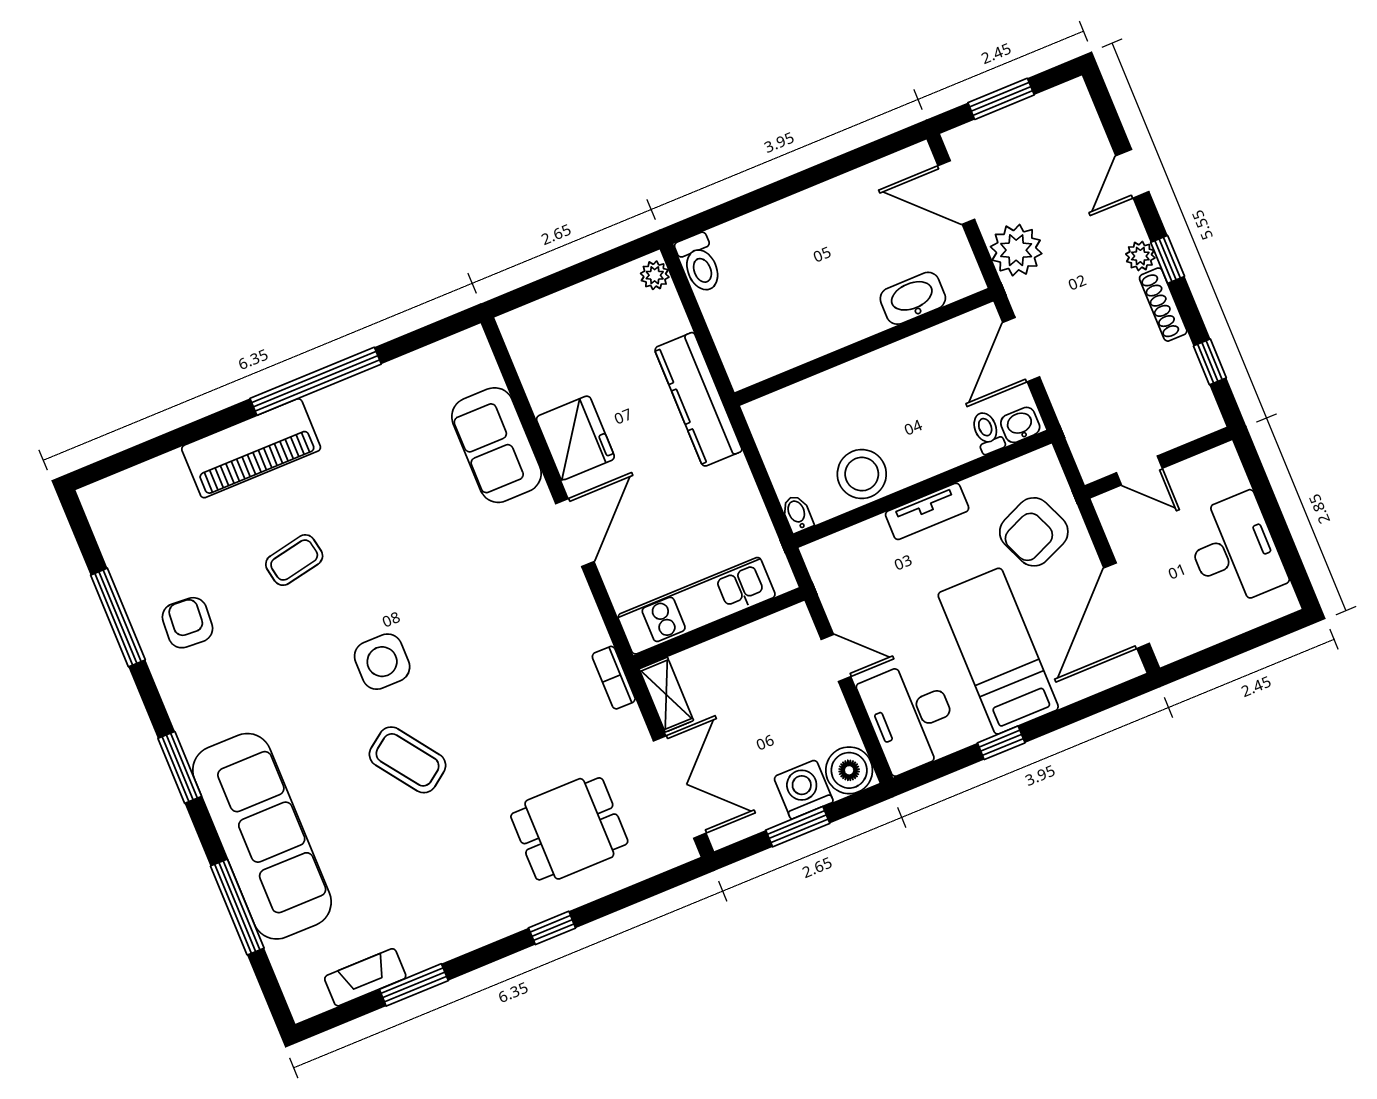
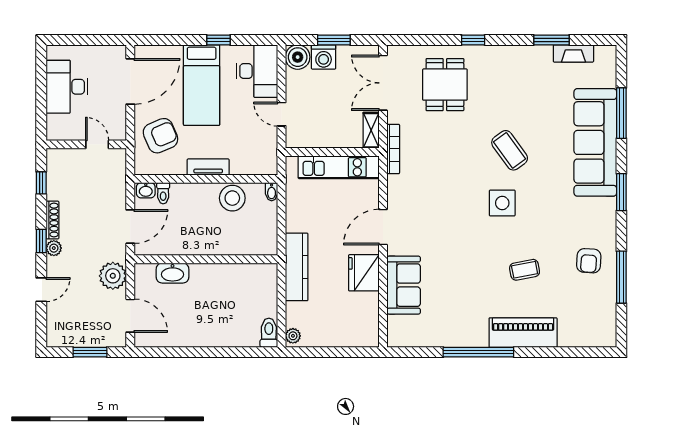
bookcase: (614, 678) -> (393, 149), width x1.56
dining table: (569, 829) -> (445, 85), turned 90

